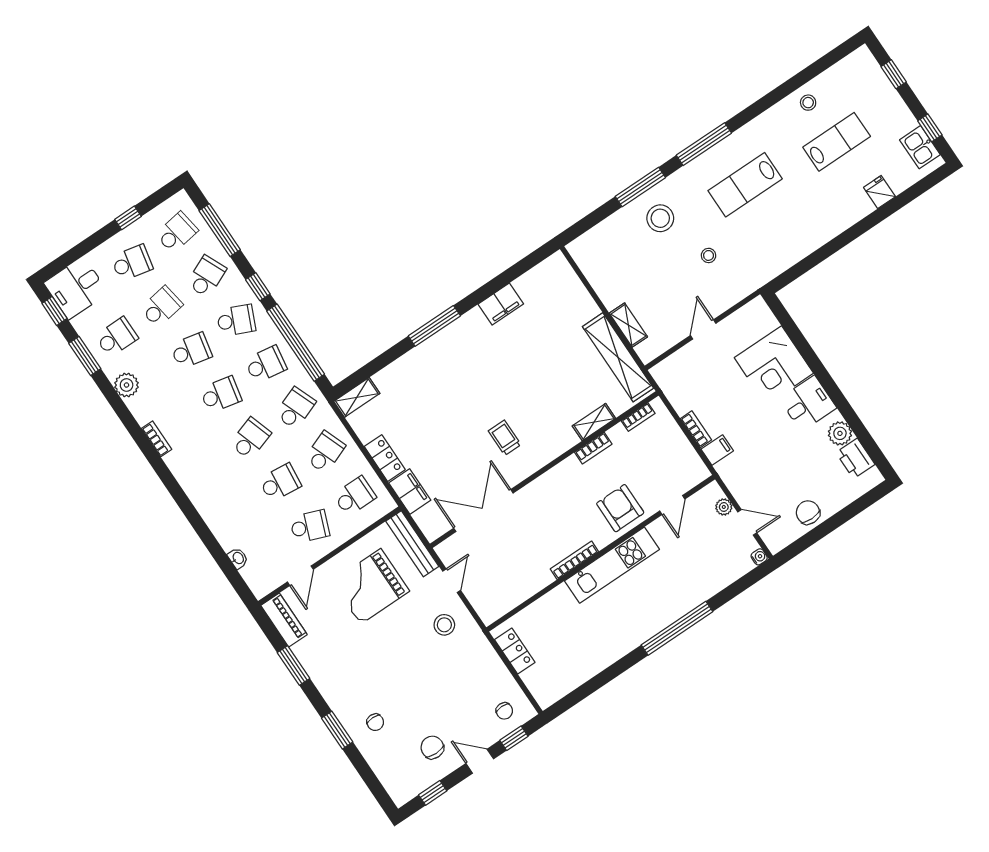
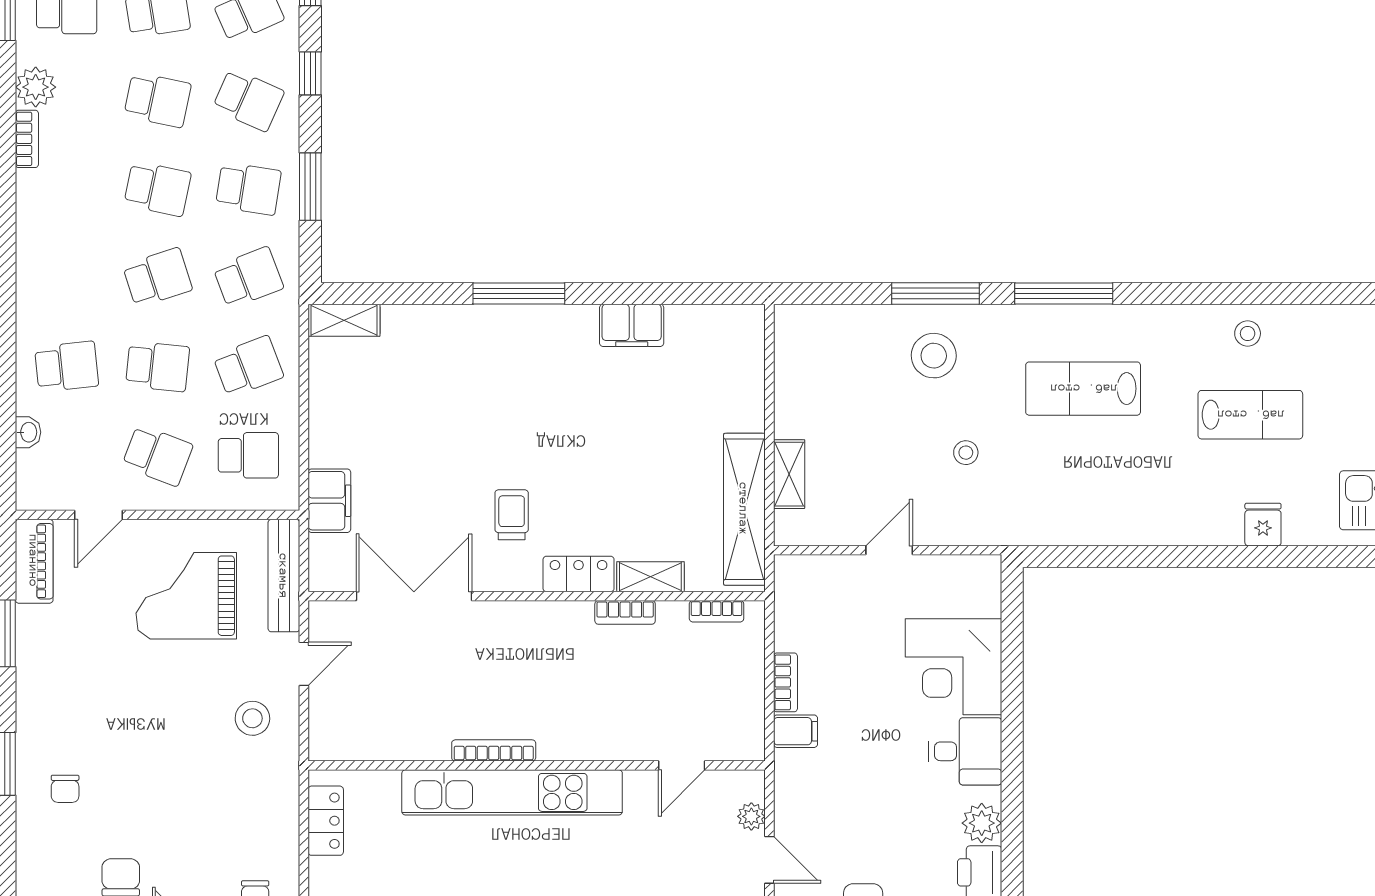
window: (296, 343) -> (310, 187), width x0.47
bookcase: (157, 439) -> (27, 139), moved
locker: (385, 458) -> (579, 574), moved, turned -90
armchair: (620, 508) -> (606, 721), removed
school desk: (235, 513) -> (67, 366), added
kitchen unit: (612, 565) -> (512, 792), width x1.36

